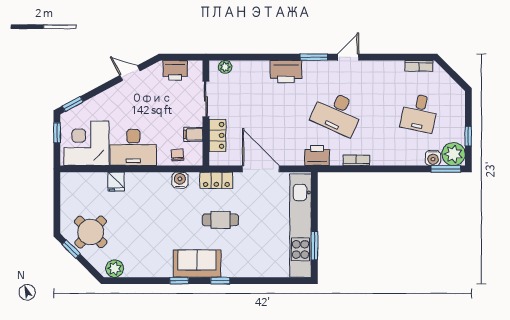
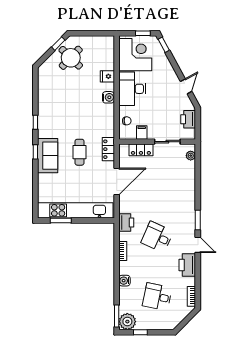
printer: (286, 72) -> (187, 265), moved
desk: (337, 113) -> (157, 237), width x0.73
water cooler: (433, 158) -> (124, 281), moved
water cooler: (180, 180) -> (108, 97), moved
sofa: (197, 264) -> (48, 156), moved
plant: (115, 269) -> (44, 75), removed

